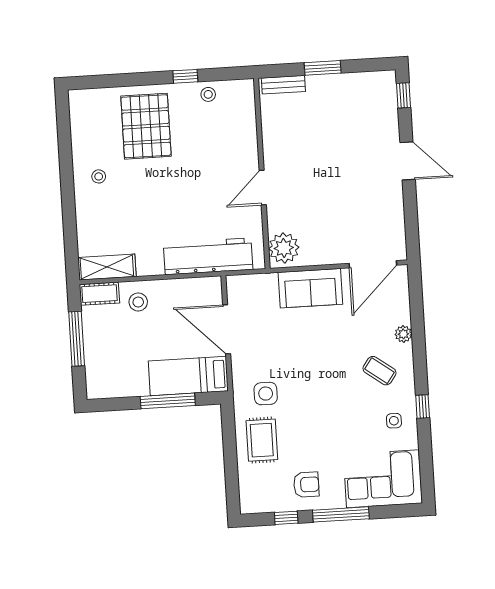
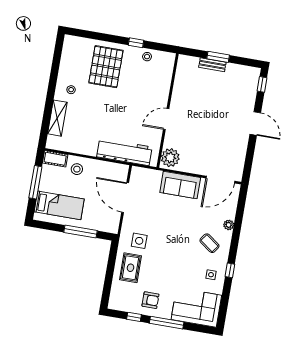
bench: (283, 85) -> (212, 65), moved
shelving: (107, 267) -> (57, 118), moved, turned 90
bed: (188, 376) -> (59, 205), moved, turned 180

